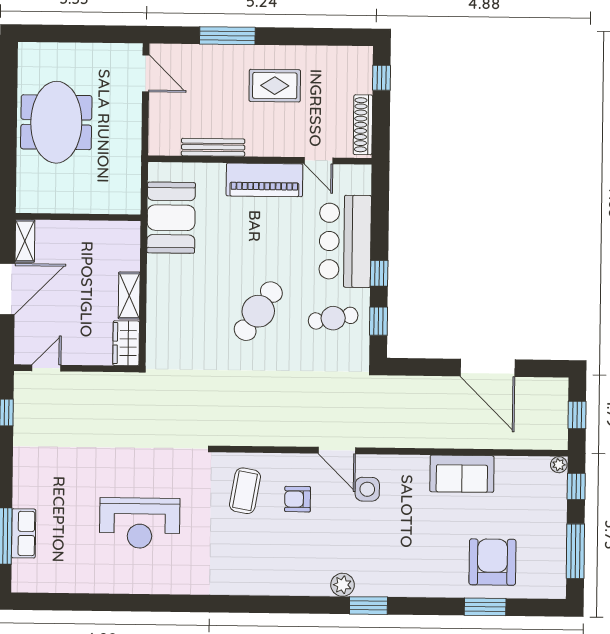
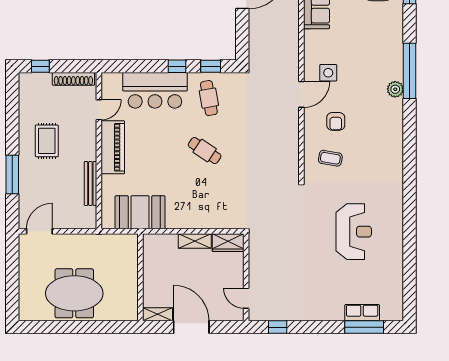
cafe table: (258, 311) -> (205, 151), width x0.73, depth x0.74
coffee table: (245, 491) -> (330, 158), width x0.73, depth x0.77
window: (368, 606) -> (410, 71), width x2.11

